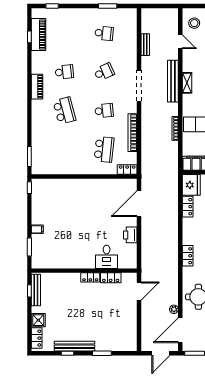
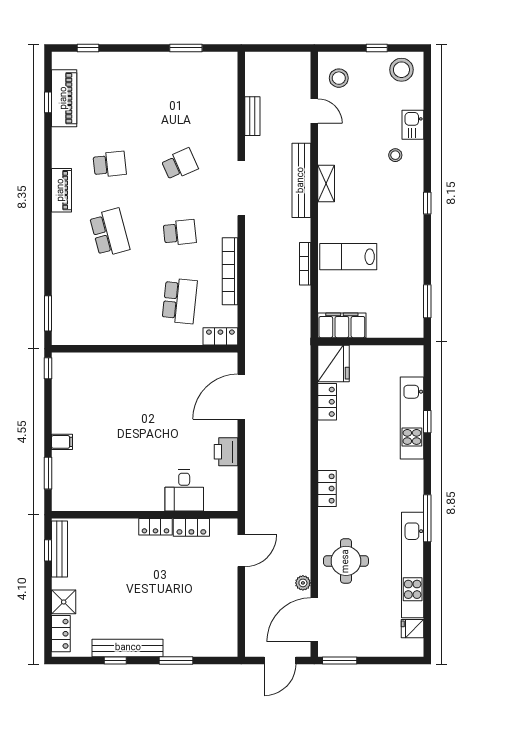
school desk: (104, 33) -> (180, 96), removed

